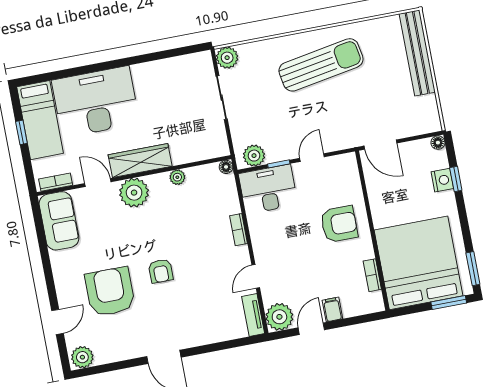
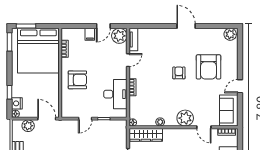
plant: (254, 156) -> (28, 126), moved
wardrobe: (140, 161) -> (146, 135), moved
nightstand: (442, 180) -> (17, 103), moved
desk: (268, 189) -> (115, 94), moved, turned -90
armchair: (339, 224) -> (77, 80), turned 180
door: (58, 322) -> (240, 86), moved

